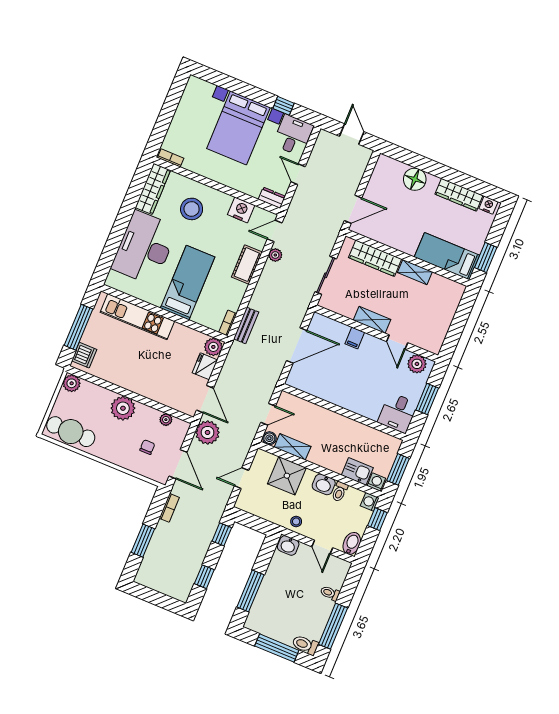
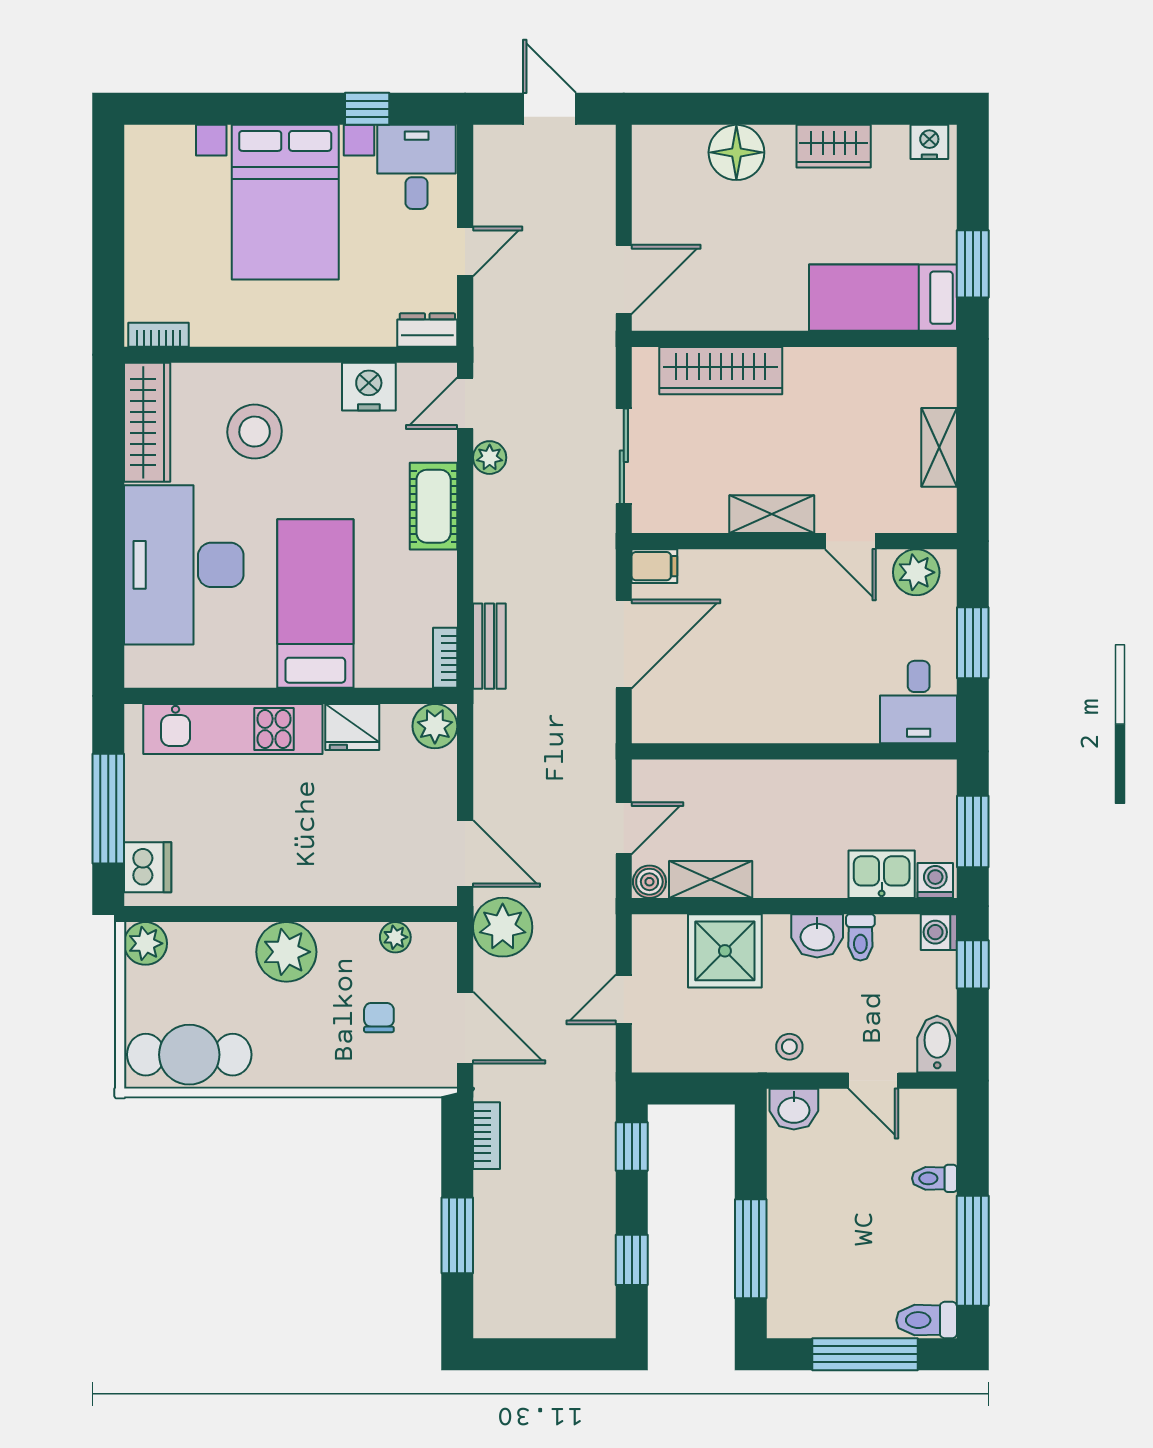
door: (298, 174) -> (465, 251), swing flipped
wardrobe: (459, 195) -> (834, 146), width x0.67
shelving: (415, 272) -> (939, 447), moved, turned 90
filing cabinet: (355, 338) -> (654, 566), moved, turned -90
fridge: (205, 366) -> (352, 727), moved, turned -90

